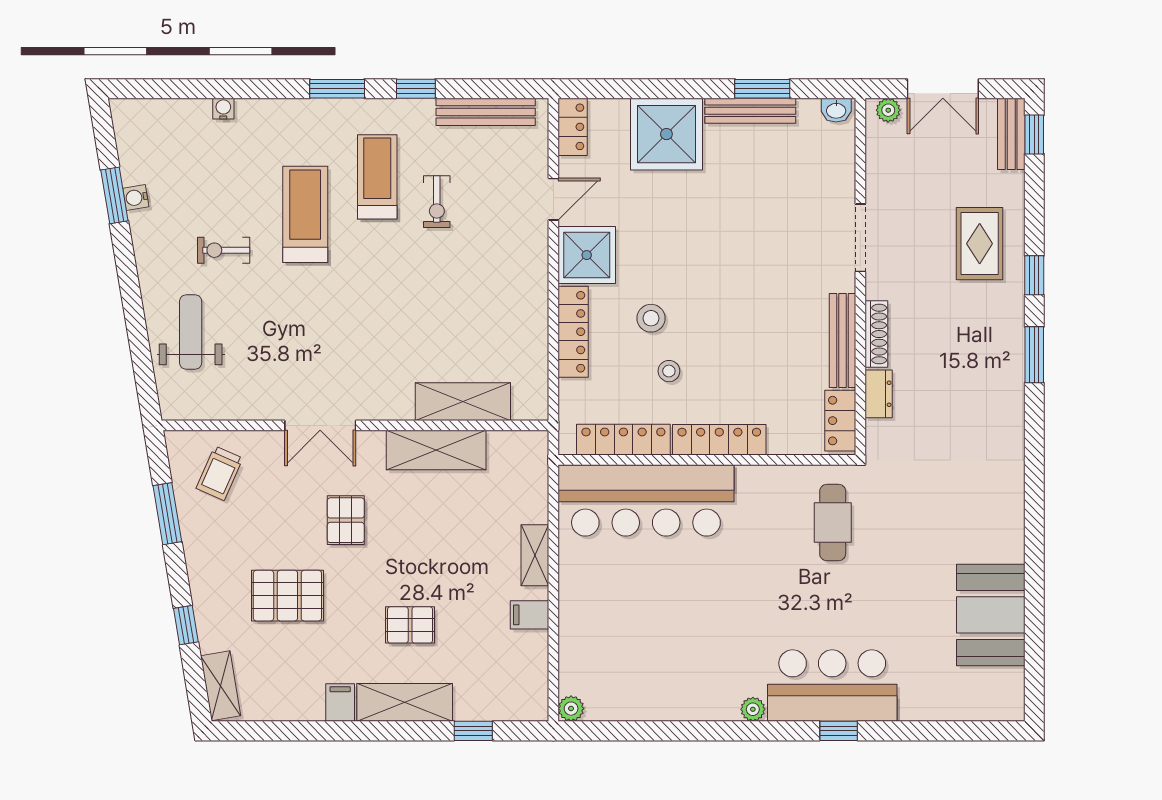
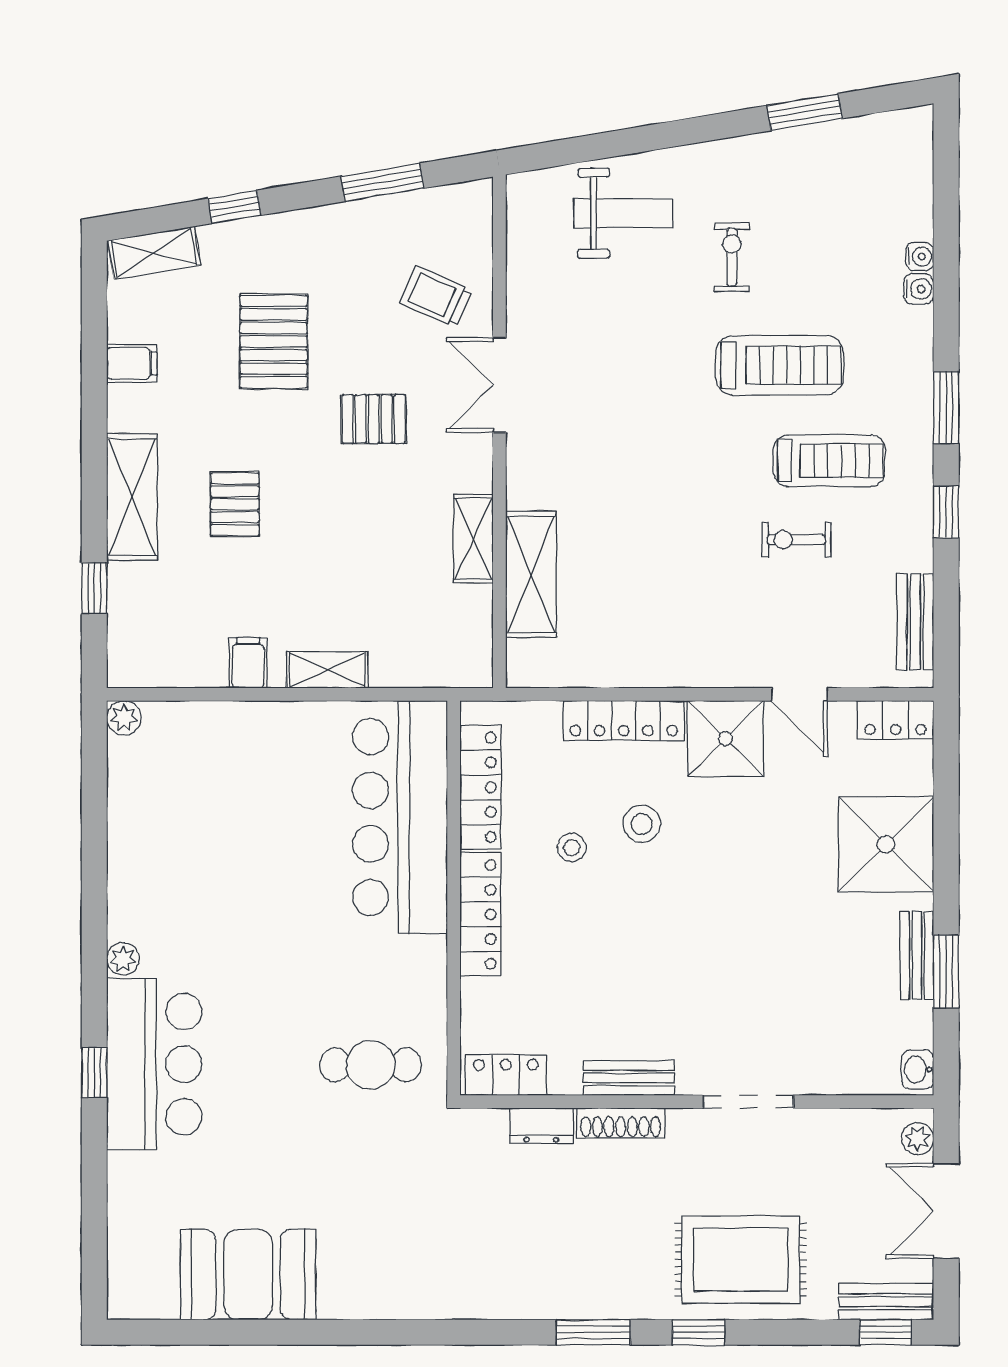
bench: (750, 111) -> (917, 956), width x0.73
bench: (486, 112) -> (915, 622), width x0.73
water cooler: (136, 198) -> (919, 289), moved, turned 99
rug: (980, 244) -> (741, 1260), width x1.36, depth x1.43
bench: (843, 341) -> (629, 1078), width x0.73
shelving: (436, 450) -> (473, 539), width x0.67, depth x0.75
trolley: (220, 473) -> (436, 297), moved
filing cabinet: (340, 703) -> (132, 363), moved

